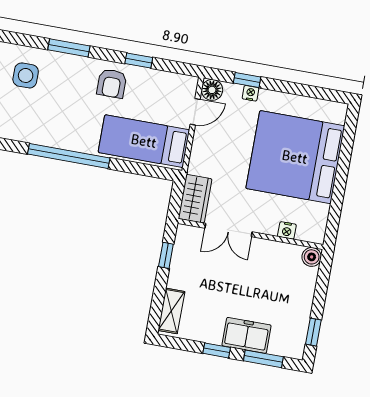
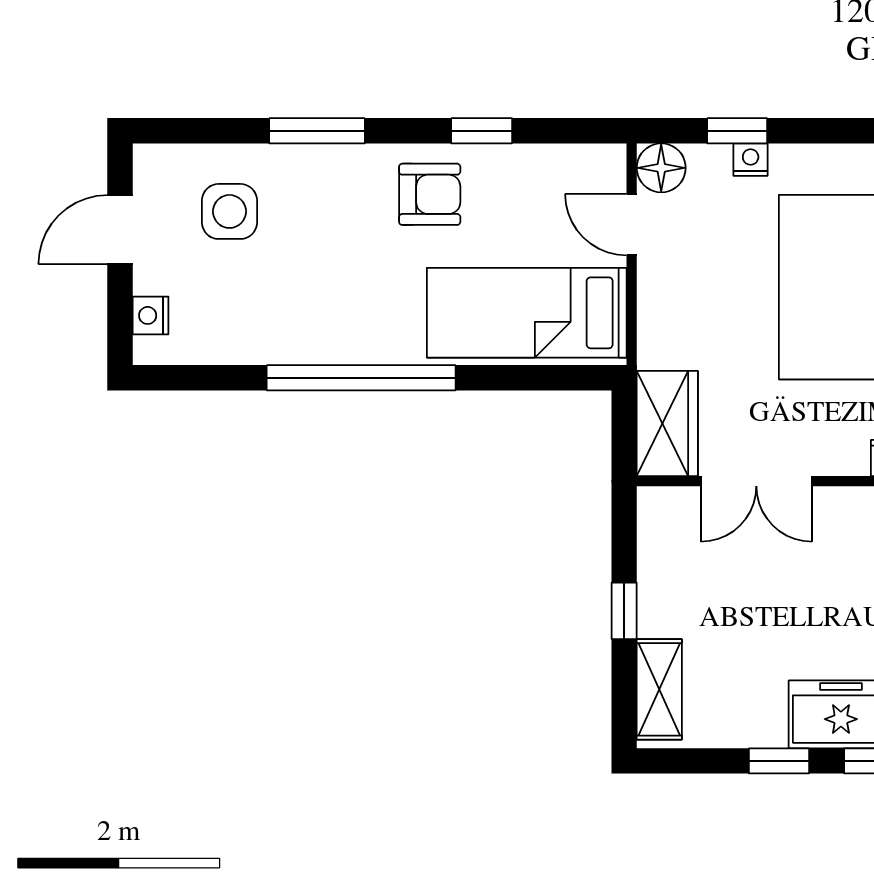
armchair: (112, 83) -> (430, 194), turned -90
door: (195, 112) -> (632, 225), swing flipped
window: (166, 255) -> (624, 611), moved

